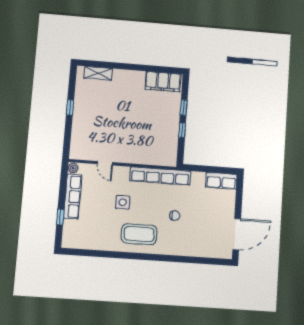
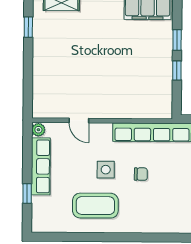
window: (70, 107) -> (28, 27), moved
chair: (175, 216) -> (141, 174), moved
coffee table: (139, 234) -> (95, 206), moved

